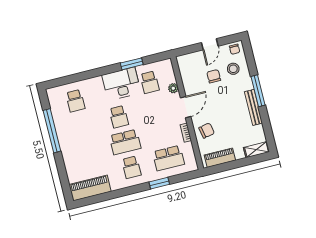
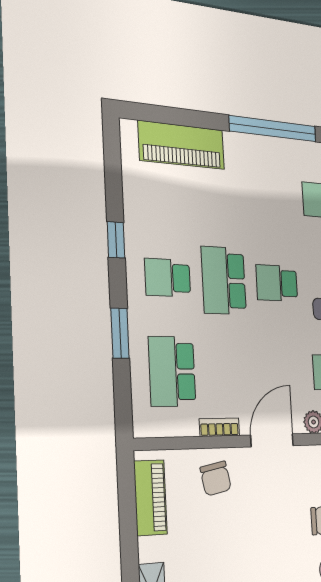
door: (186, 107) -> (272, 440), swing flipped
piano: (90, 188) -> (182, 145), moved, turned 90
window: (123, 192) -> (116, 240), added

